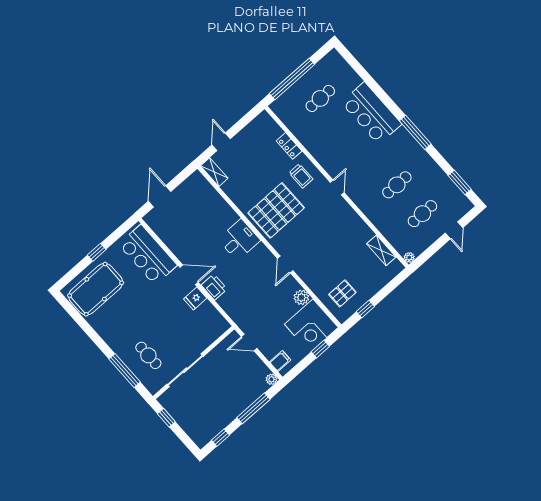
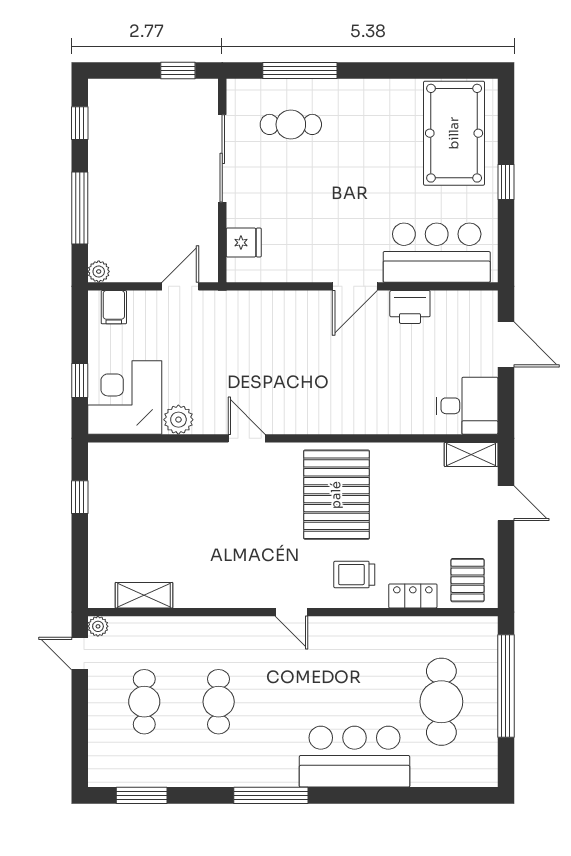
cafe table: (320, 98) -> (441, 702), width x1.37, depth x1.35
door: (454, 230) -> (80, 654), moved
desk: (239, 240) -> (467, 406), moved, turned -90
printer: (214, 287) -> (410, 307), moved
pallet: (342, 293) -> (468, 580), moved
fridge: (195, 299) -> (244, 243), moved, turned 90

